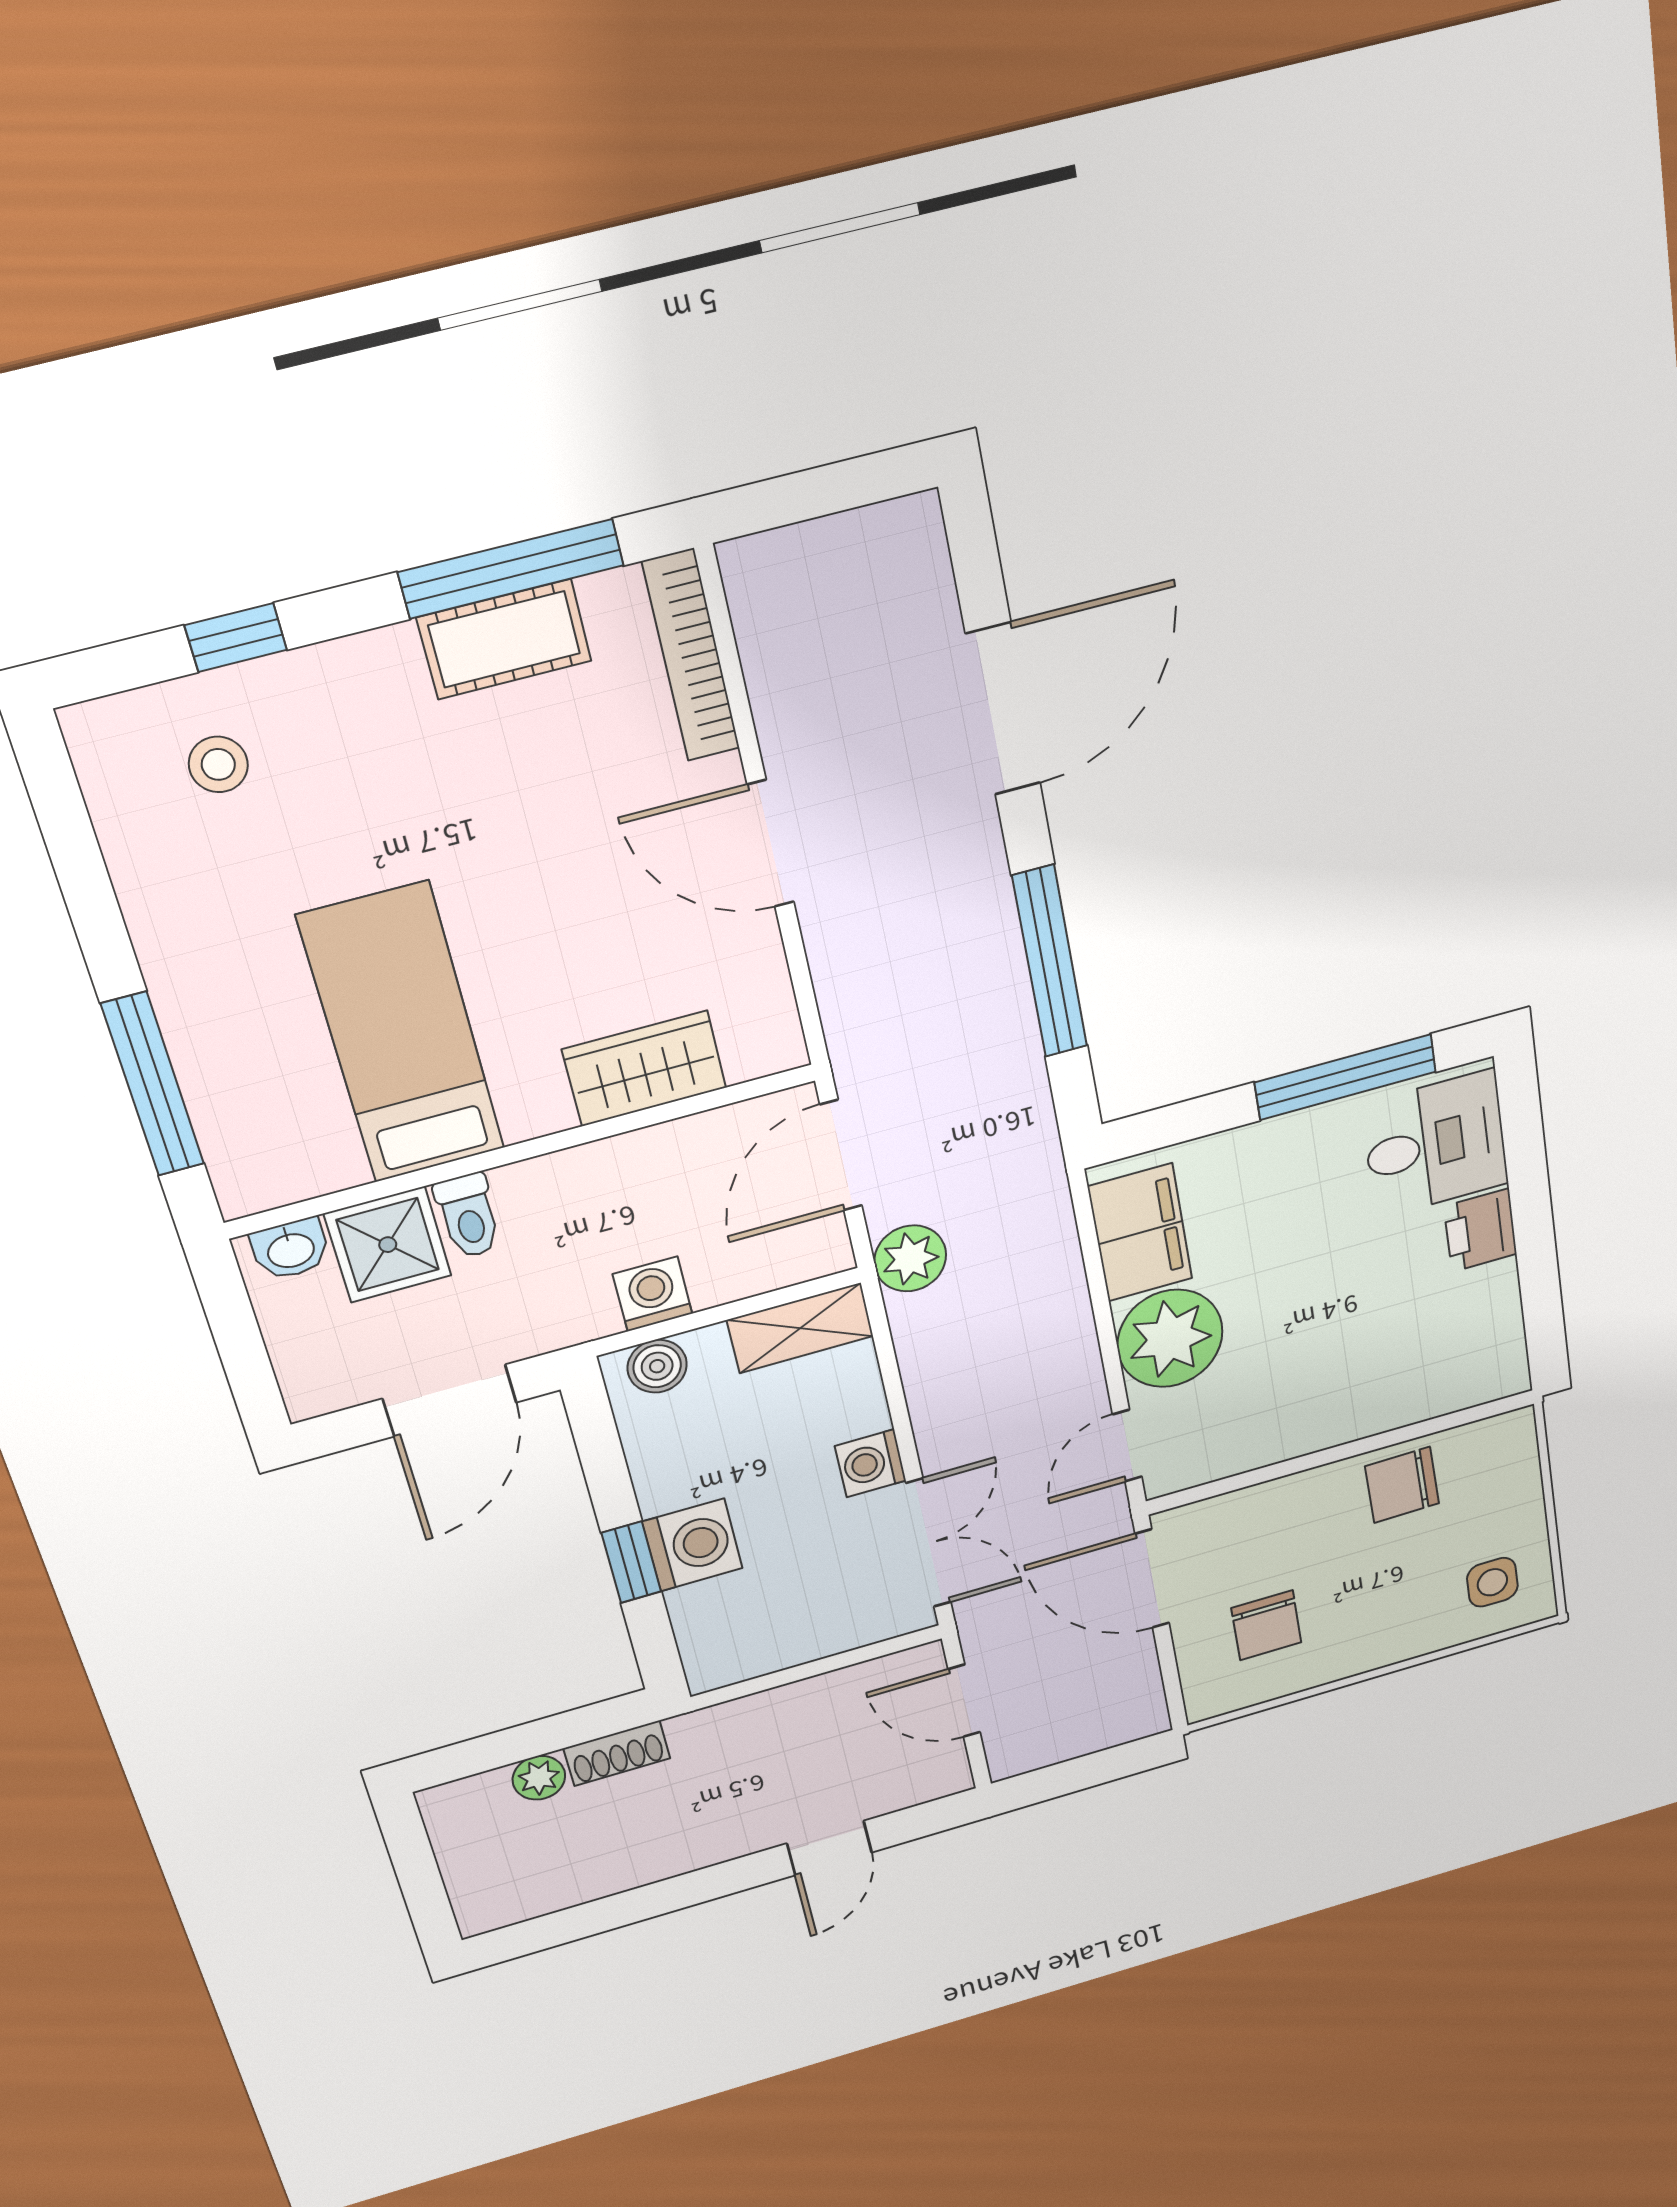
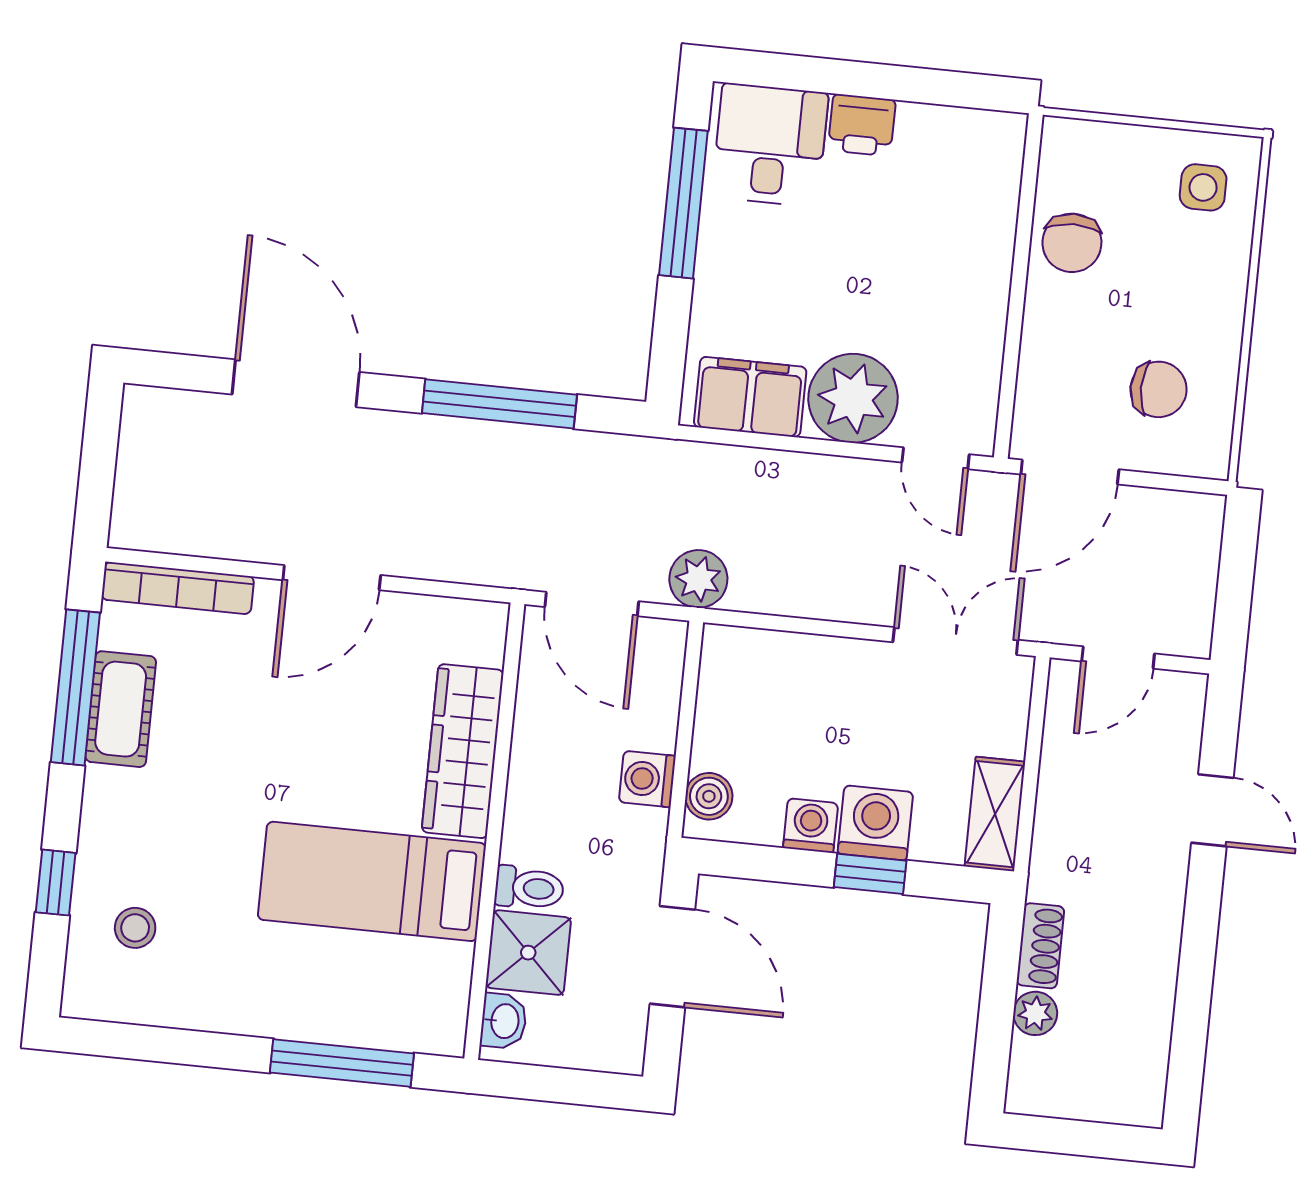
wardrobe: (644, 1069) -> (463, 751), width x1.50
shelving: (800, 1328) -> (995, 814), moved
washing machine: (871, 1463) -> (811, 826), moved, turned 180

